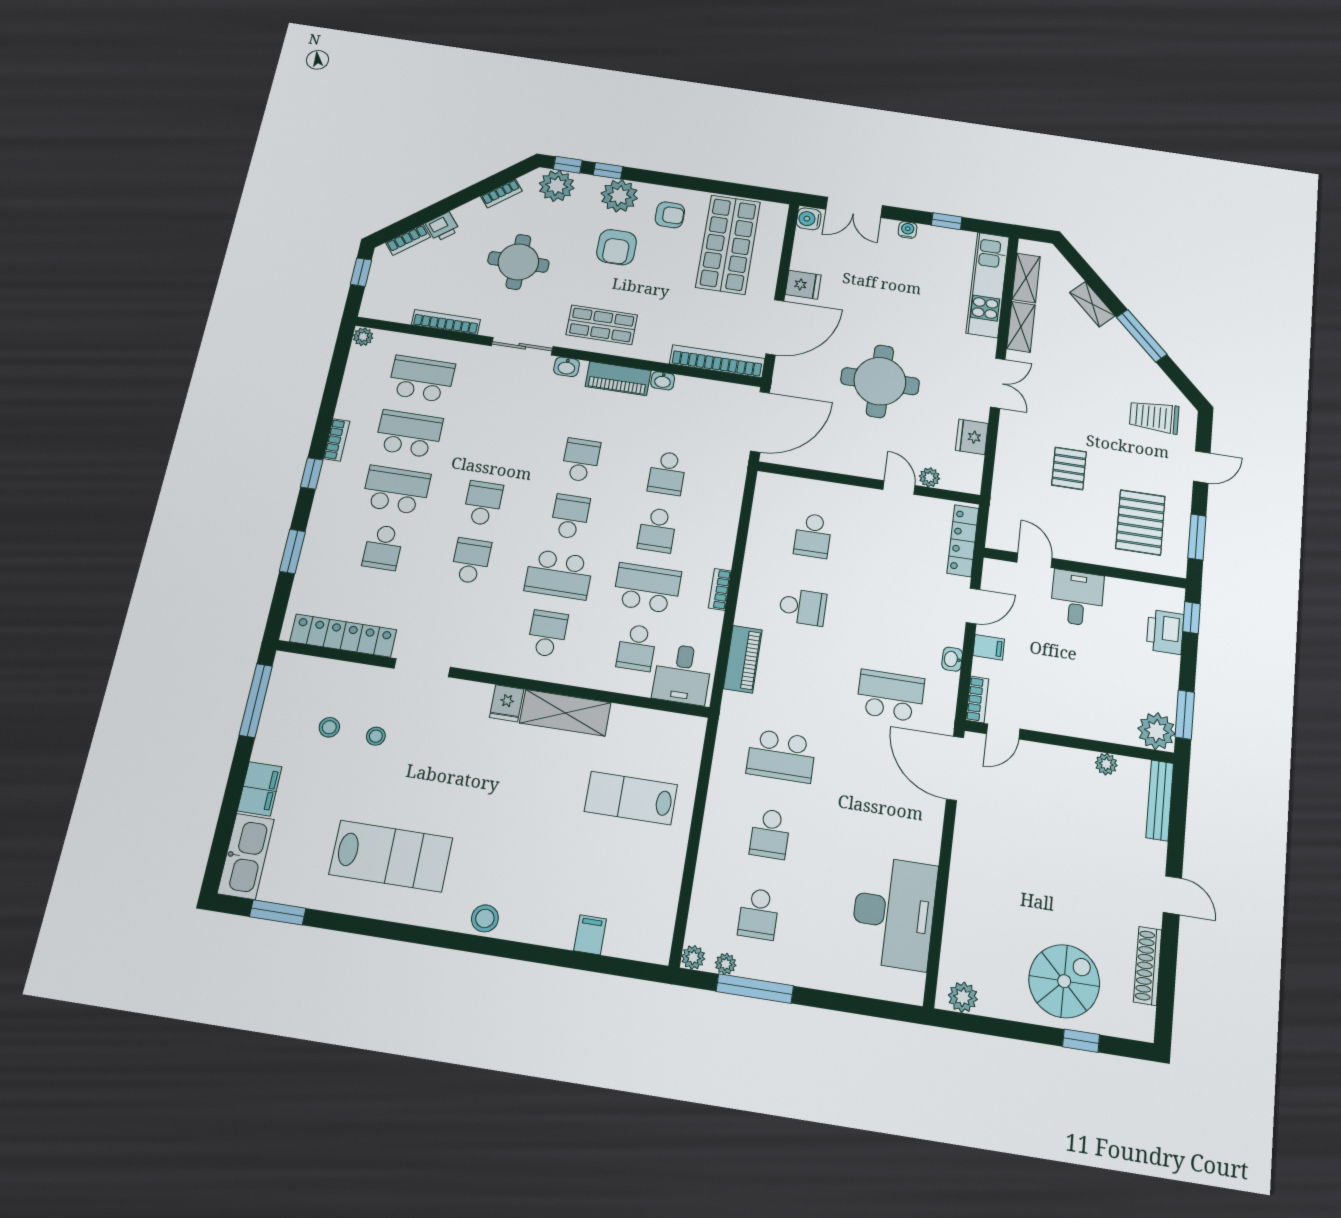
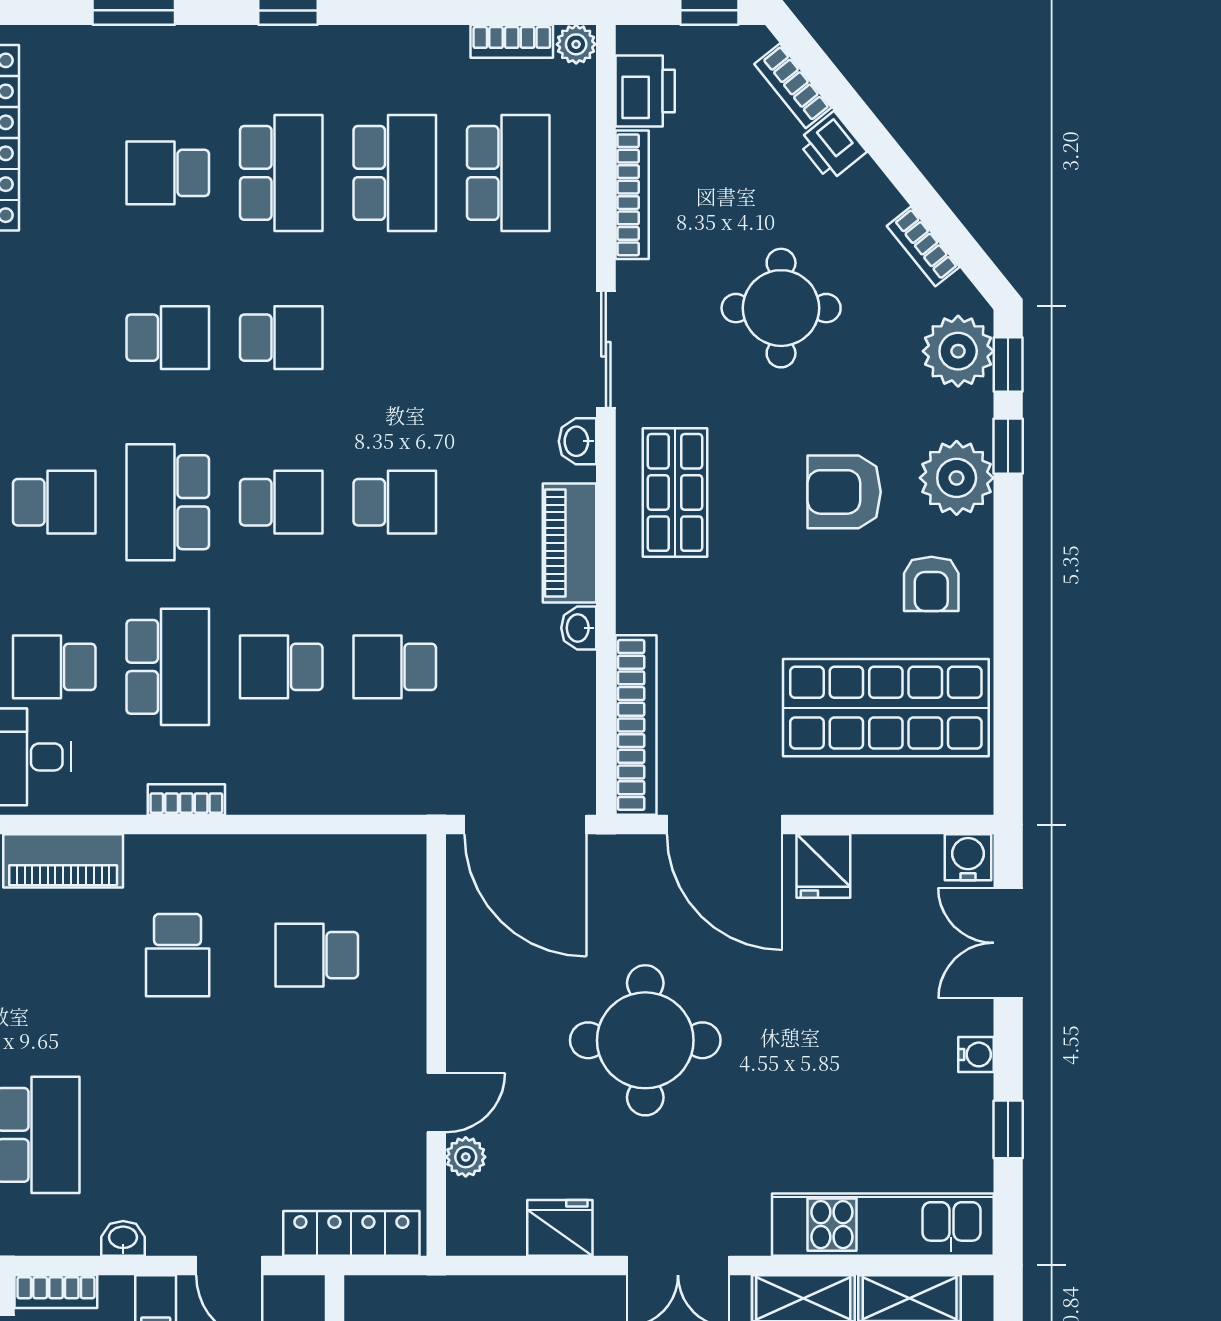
printer: (395, 308) -> (645, 91), added
bookcase: (337, 440) -> (512, 41), moved

